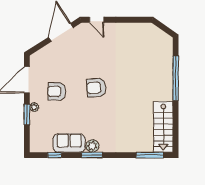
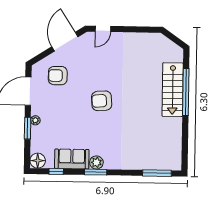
door: (97, 20) -> (103, 29), hinge flipped
armchair: (57, 91) -> (58, 76), moved
stairs: (163, 127) -> (173, 90), moved
floor lamp: (37, 145) -> (38, 161), added

